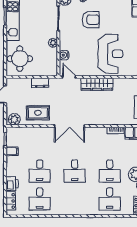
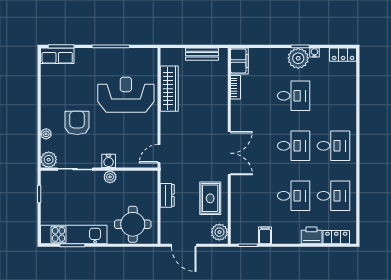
water cooler: (64, 55) -> (109, 161), moved
wardrobe: (97, 84) -> (169, 89), moved
desk: (110, 199) -> (333, 146), moved

